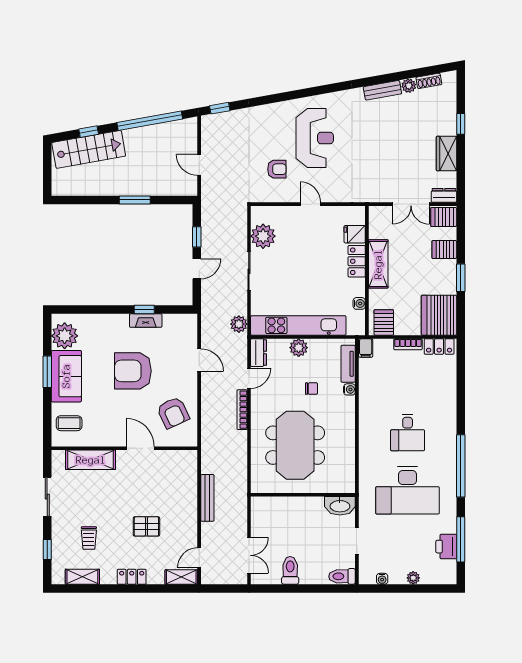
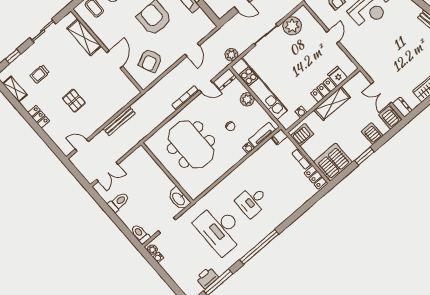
meeting table: (295, 445) -> (191, 145), turned 90
shelving: (181, 577) -> (62, 144), removed
plant: (413, 578) -> (152, 250), moved

